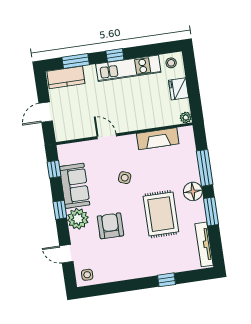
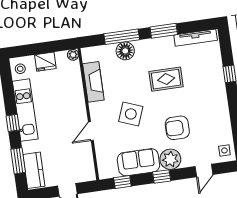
side table: (125, 178) -> (131, 114), width x1.87, depth x1.87
floor lamp: (193, 191) -> (125, 51), moved
rug: (161, 214) -> (166, 79), width x0.73, depth x0.70

